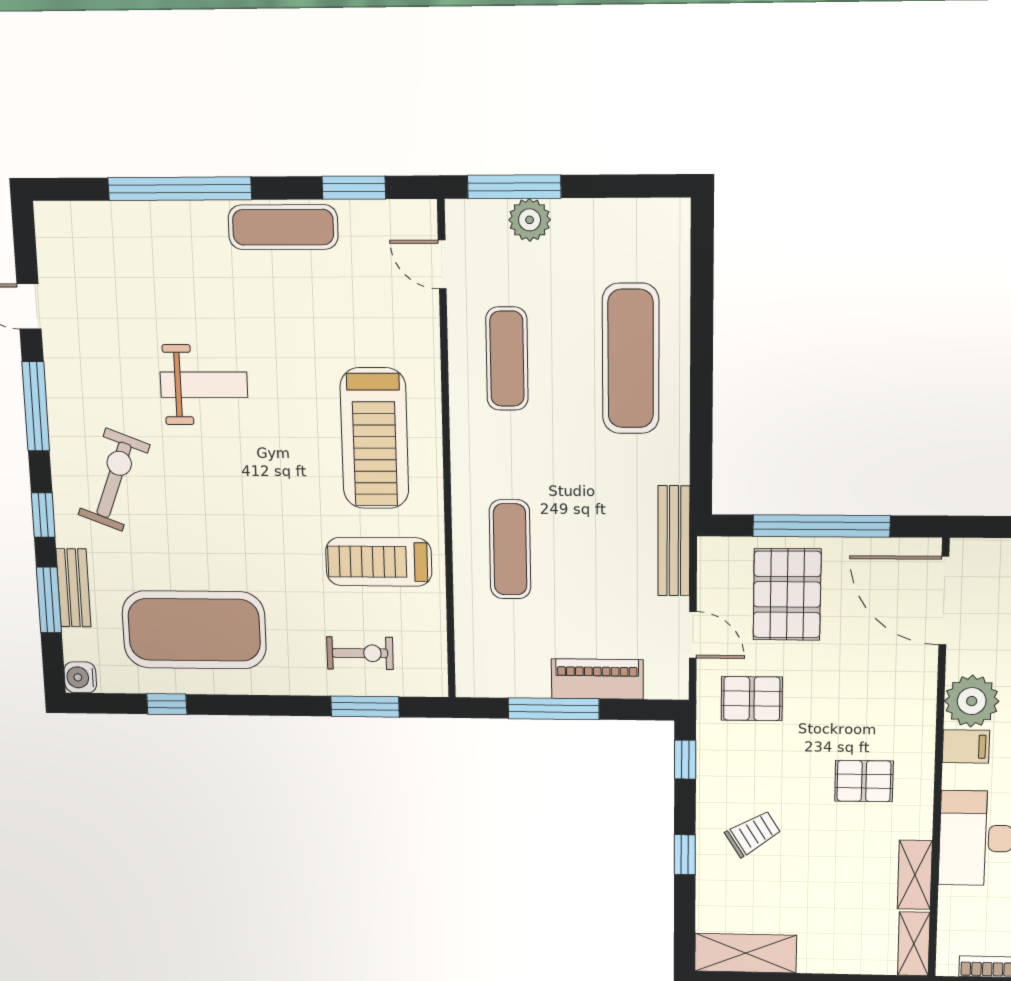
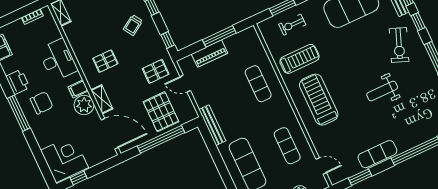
bench: (674, 541) -> (212, 125), moved
shelving: (915, 875) -> (102, 99), moved

